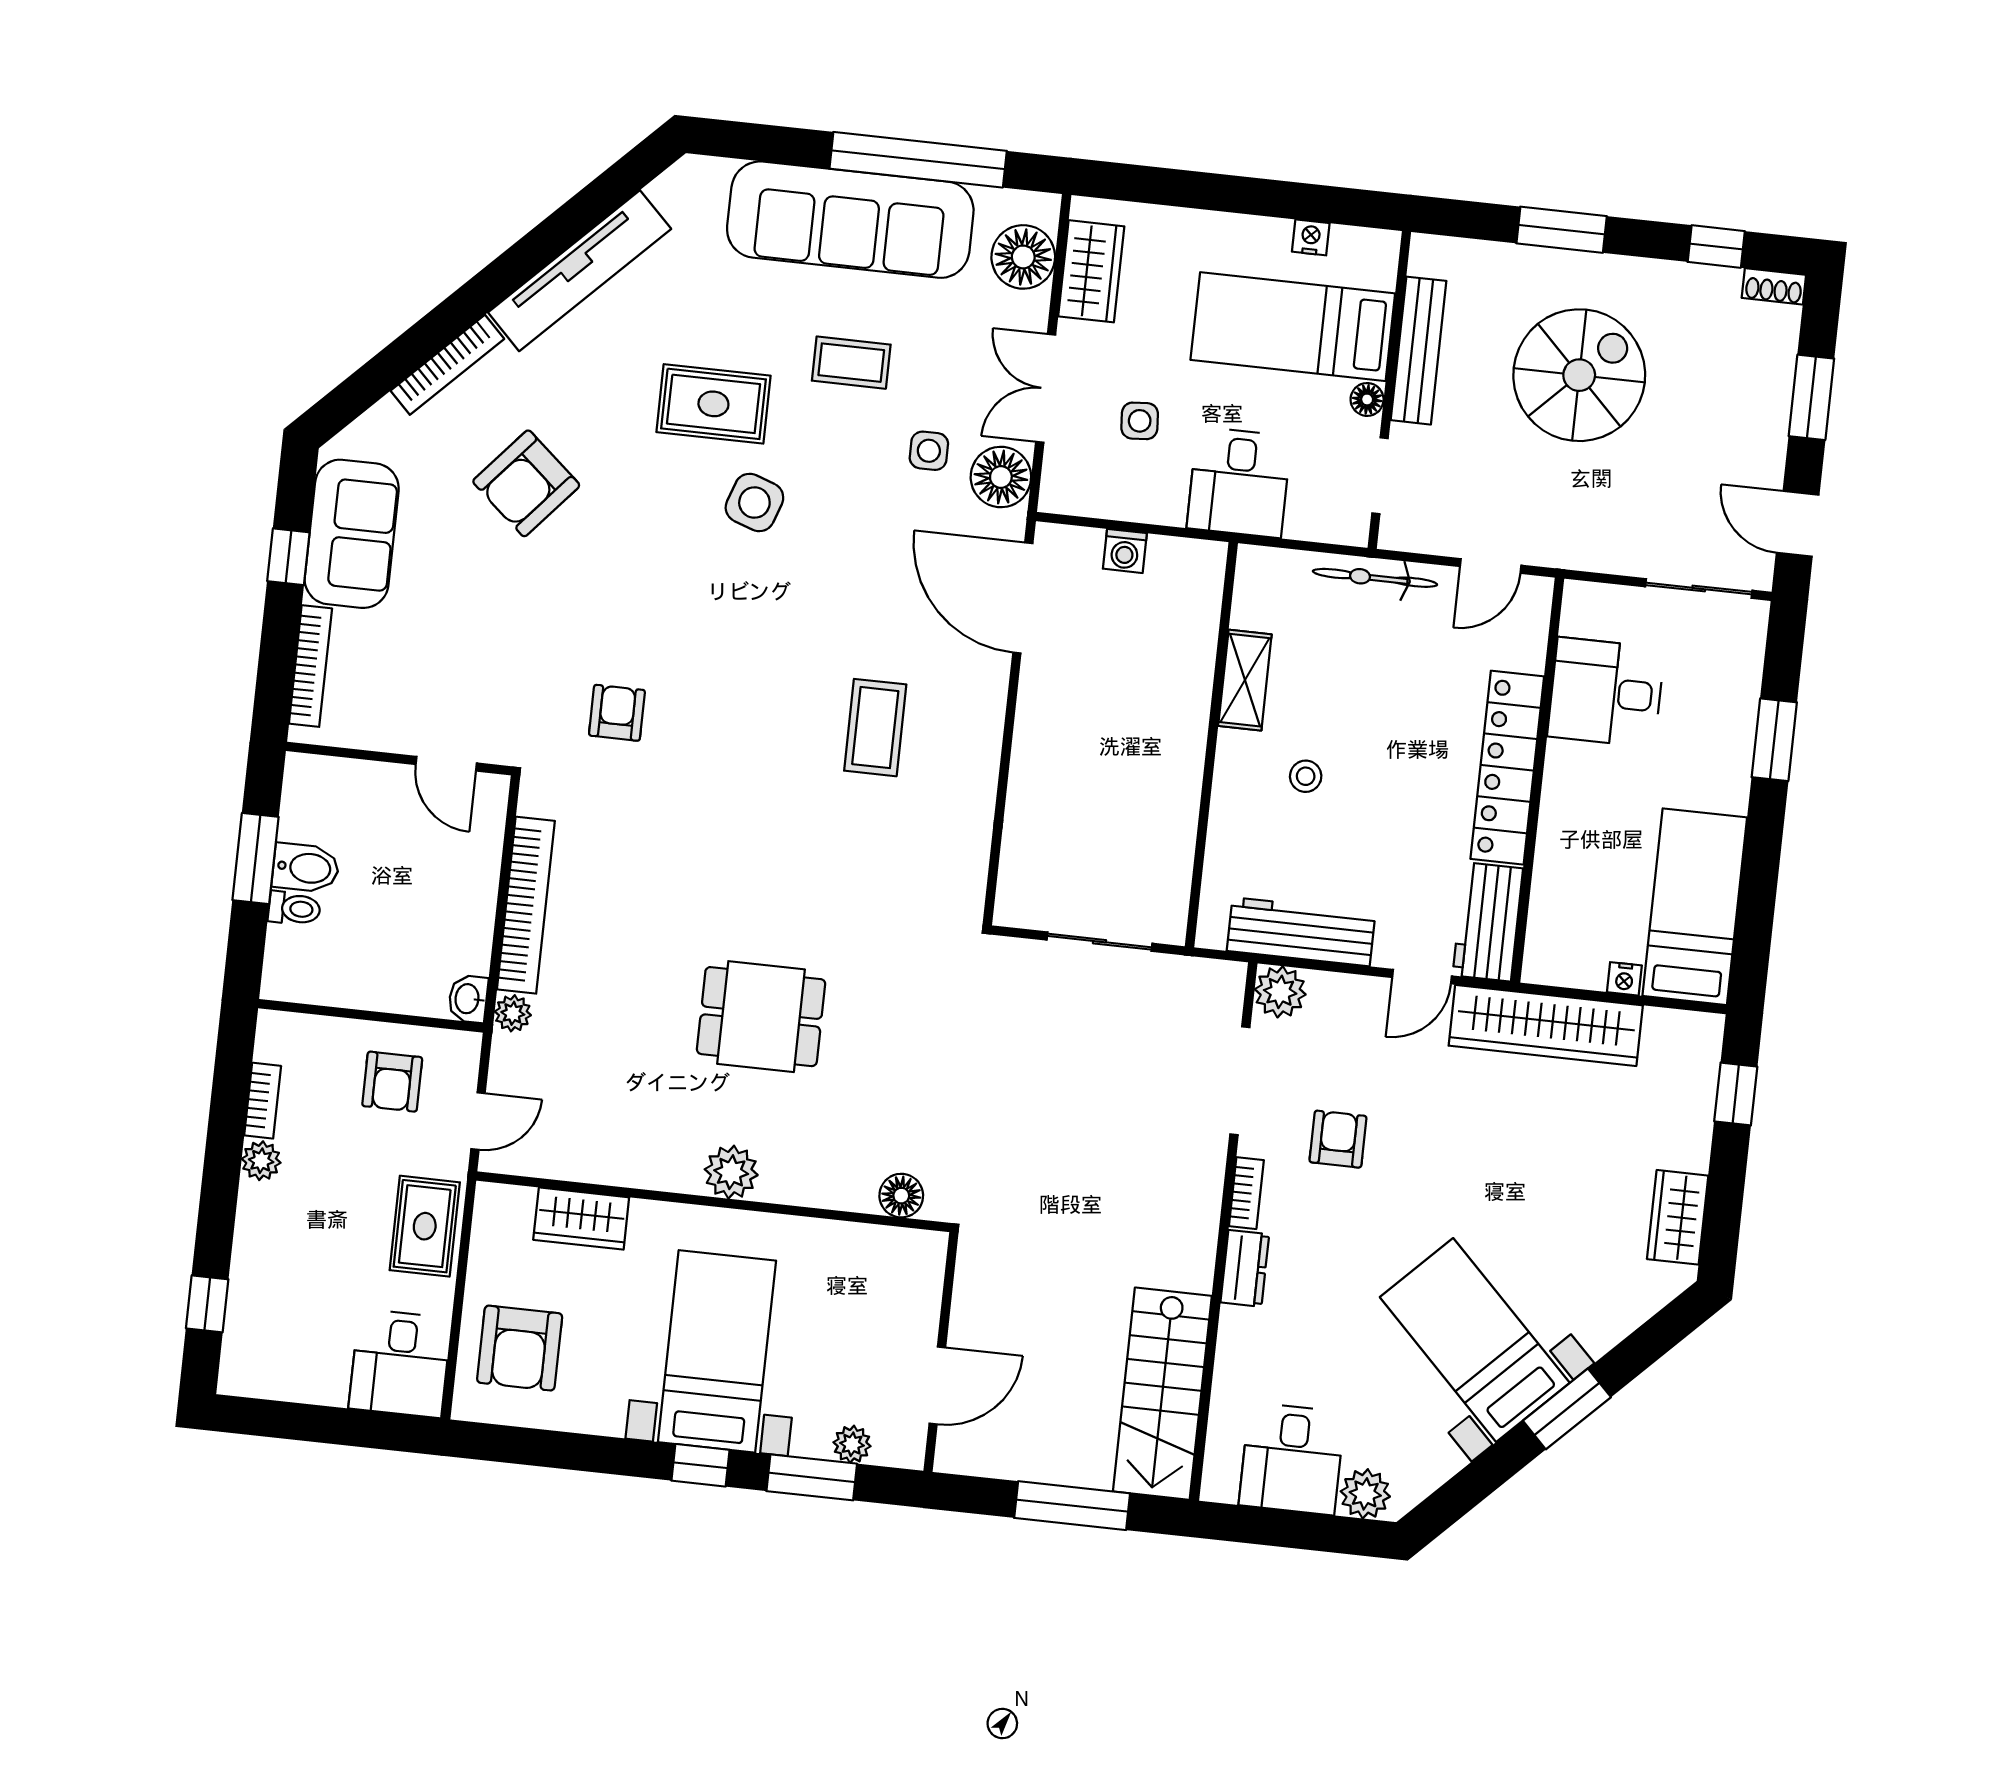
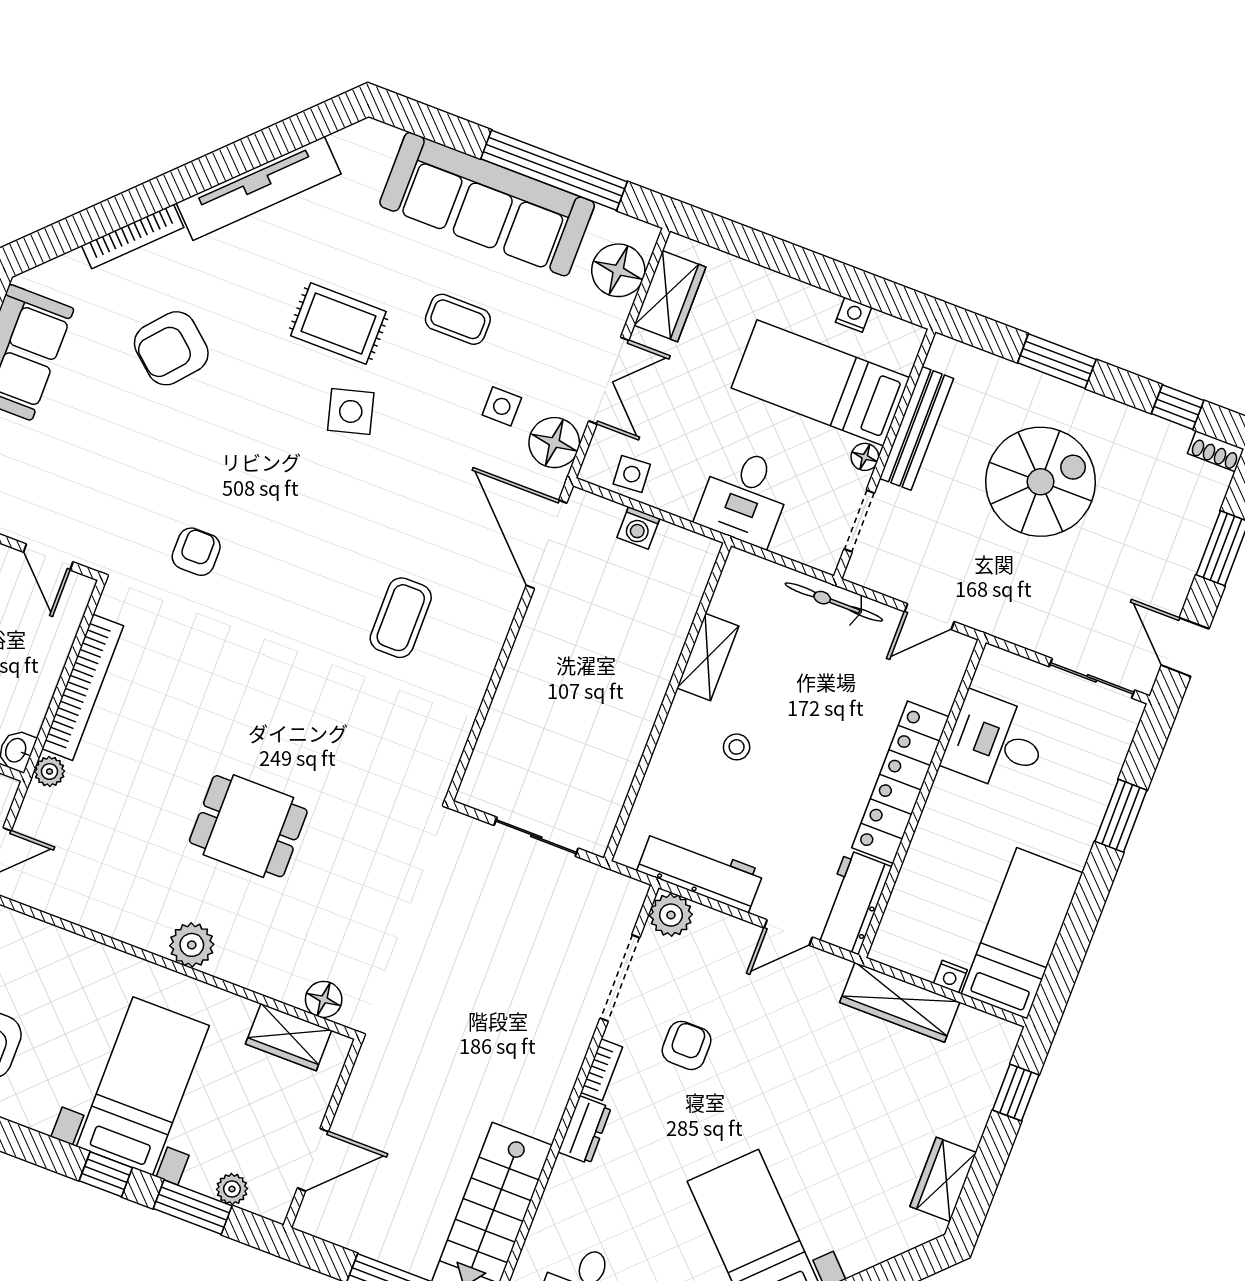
double door: (1046, 388) -> (609, 381), swing flipped
side table: (1140, 421) -> (632, 474), moved
side table: (754, 503) -> (351, 411), turned -34
wardrobe: (1546, 1026) -> (900, 1002), width x0.71, depth x0.85
wardrobe: (581, 1219) -> (289, 1037), moved

